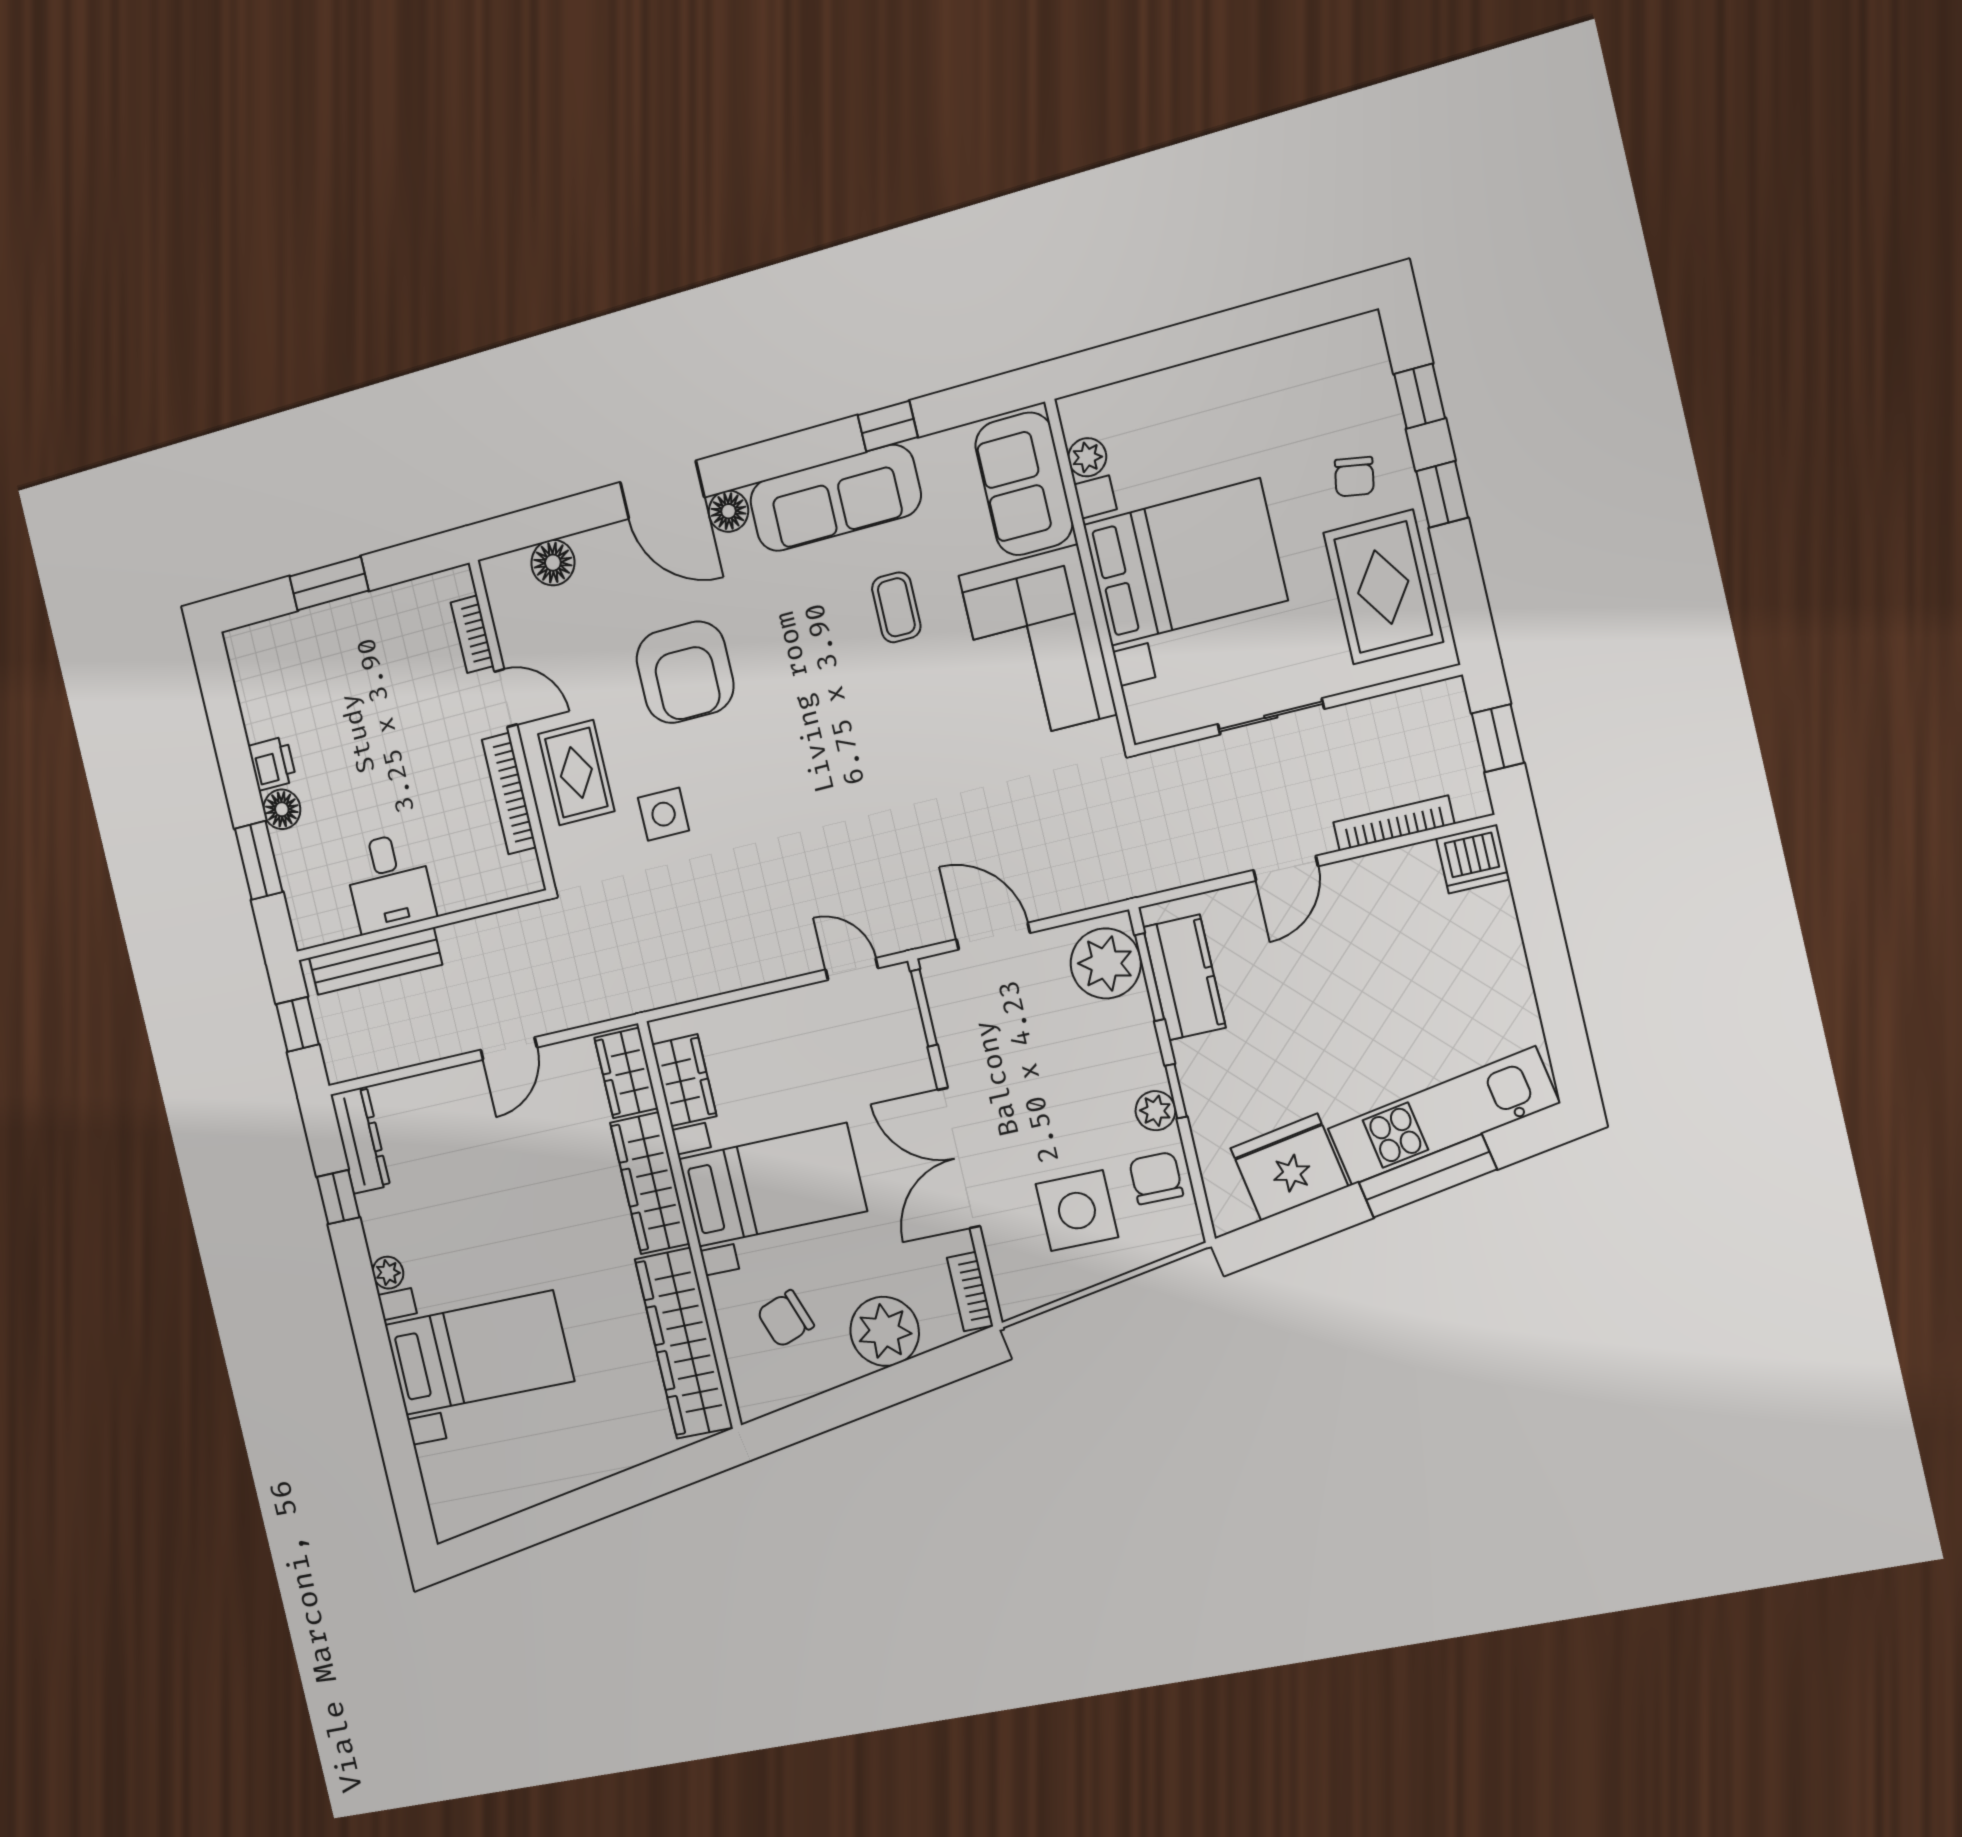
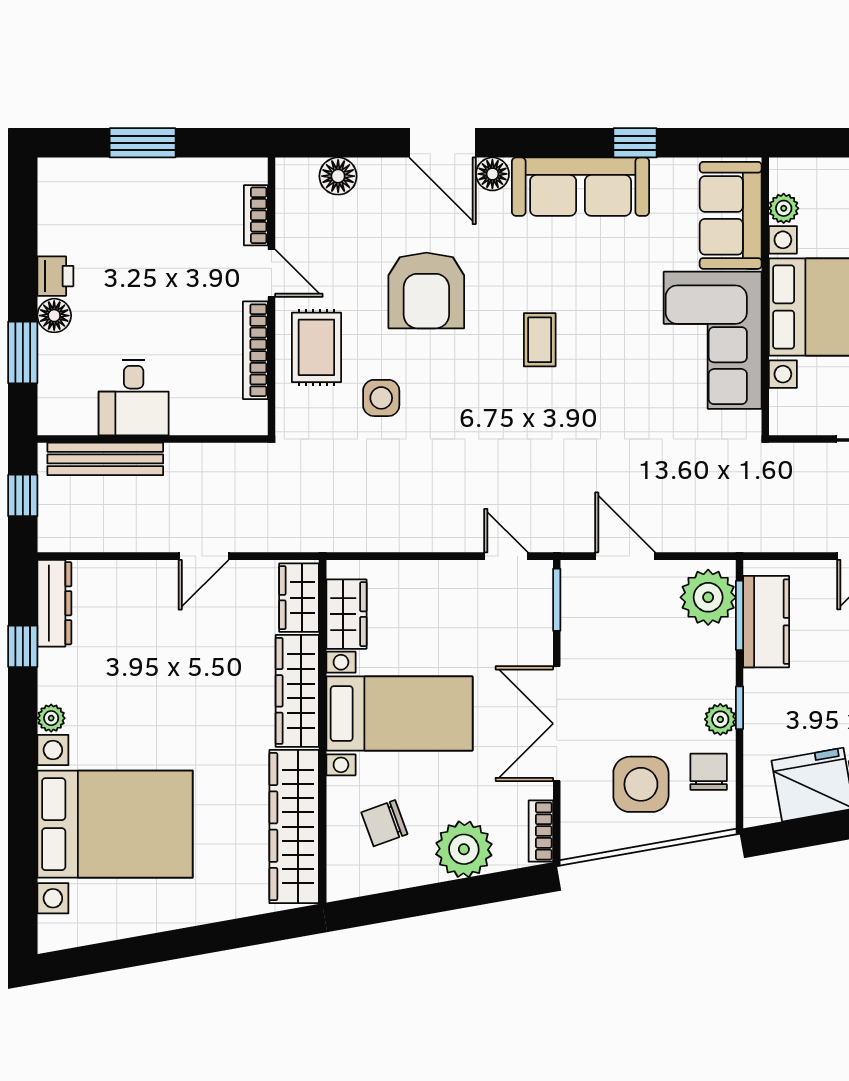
coffee table: (896, 607) -> (540, 340), moved
bed with nightstands: (479, 1353) -> (115, 824), width x1.36

